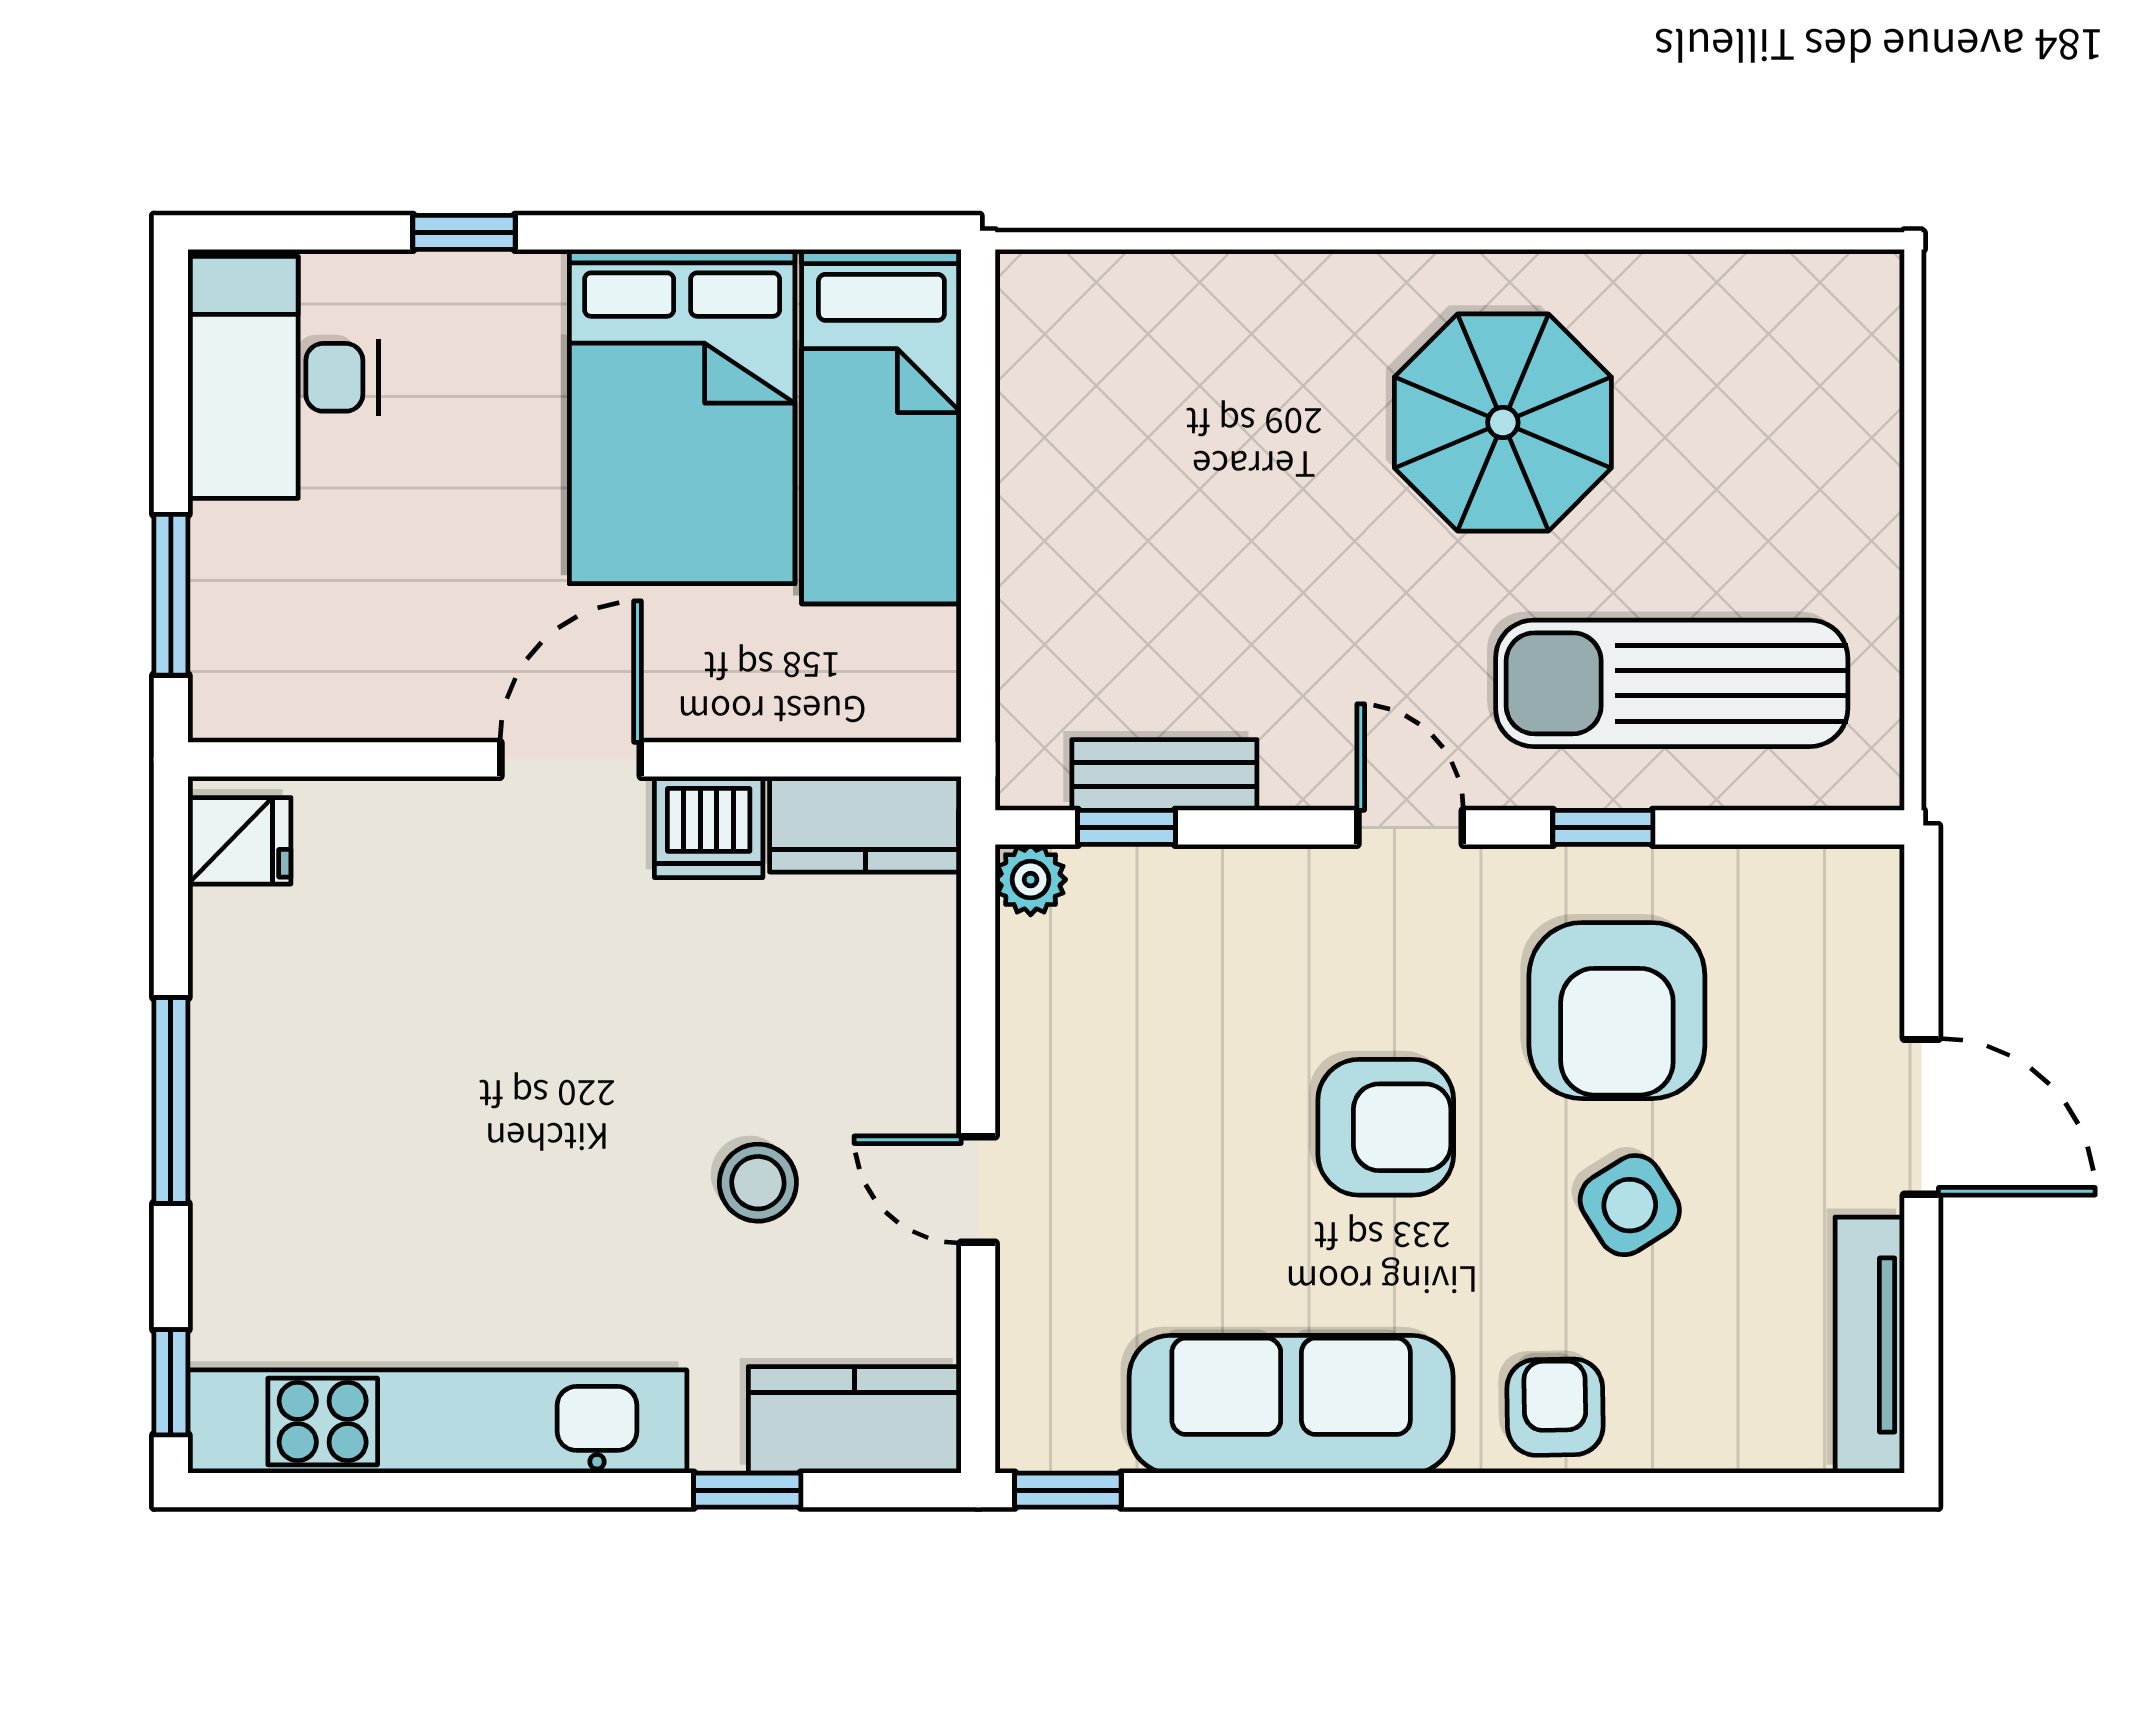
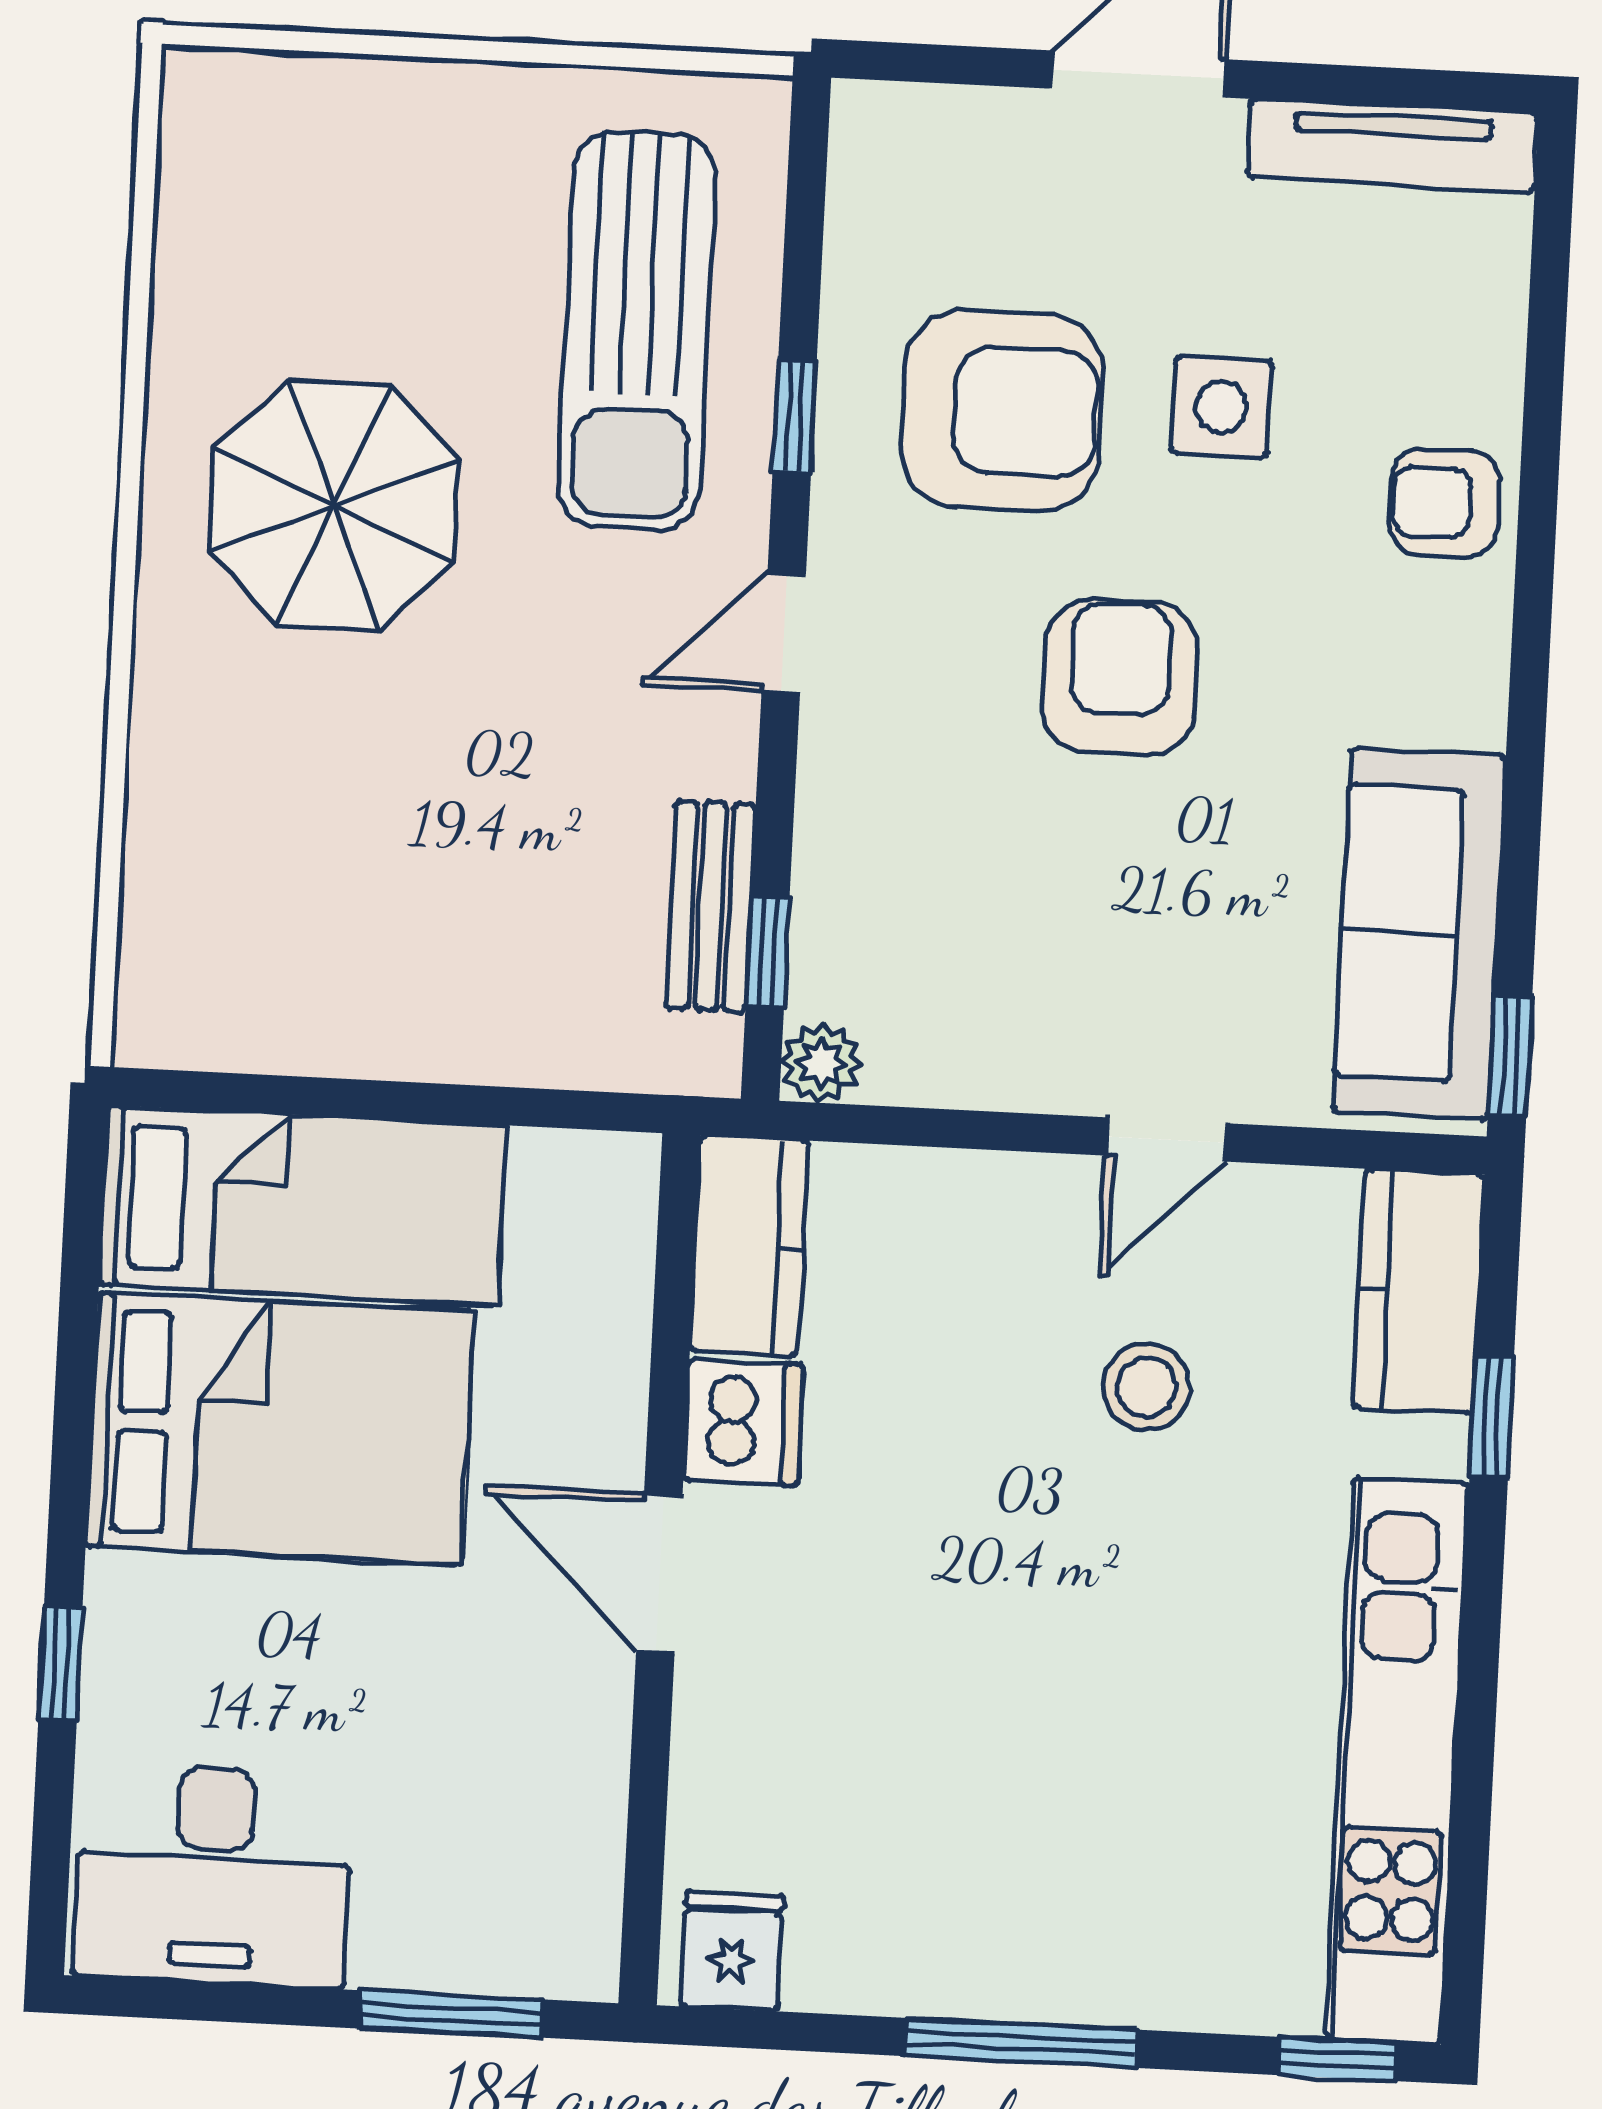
side table: (1630, 1205) -> (1221, 407), turned 32
sofa: (1291, 1404) -> (1419, 934), moved

